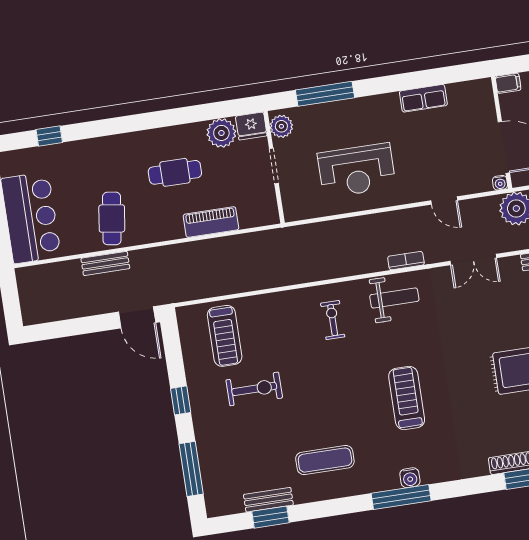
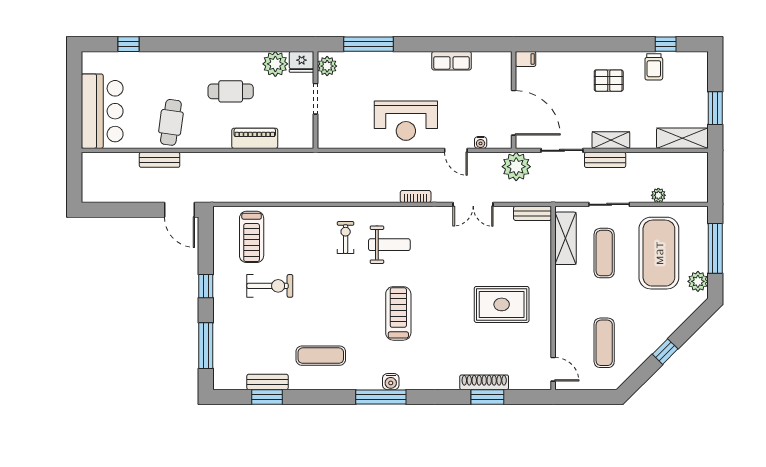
reception desk: (357, 170) -> (406, 121), moved
water cooler: (500, 183) -> (481, 142), moved
weight bench: (394, 298) -> (389, 245), moved

